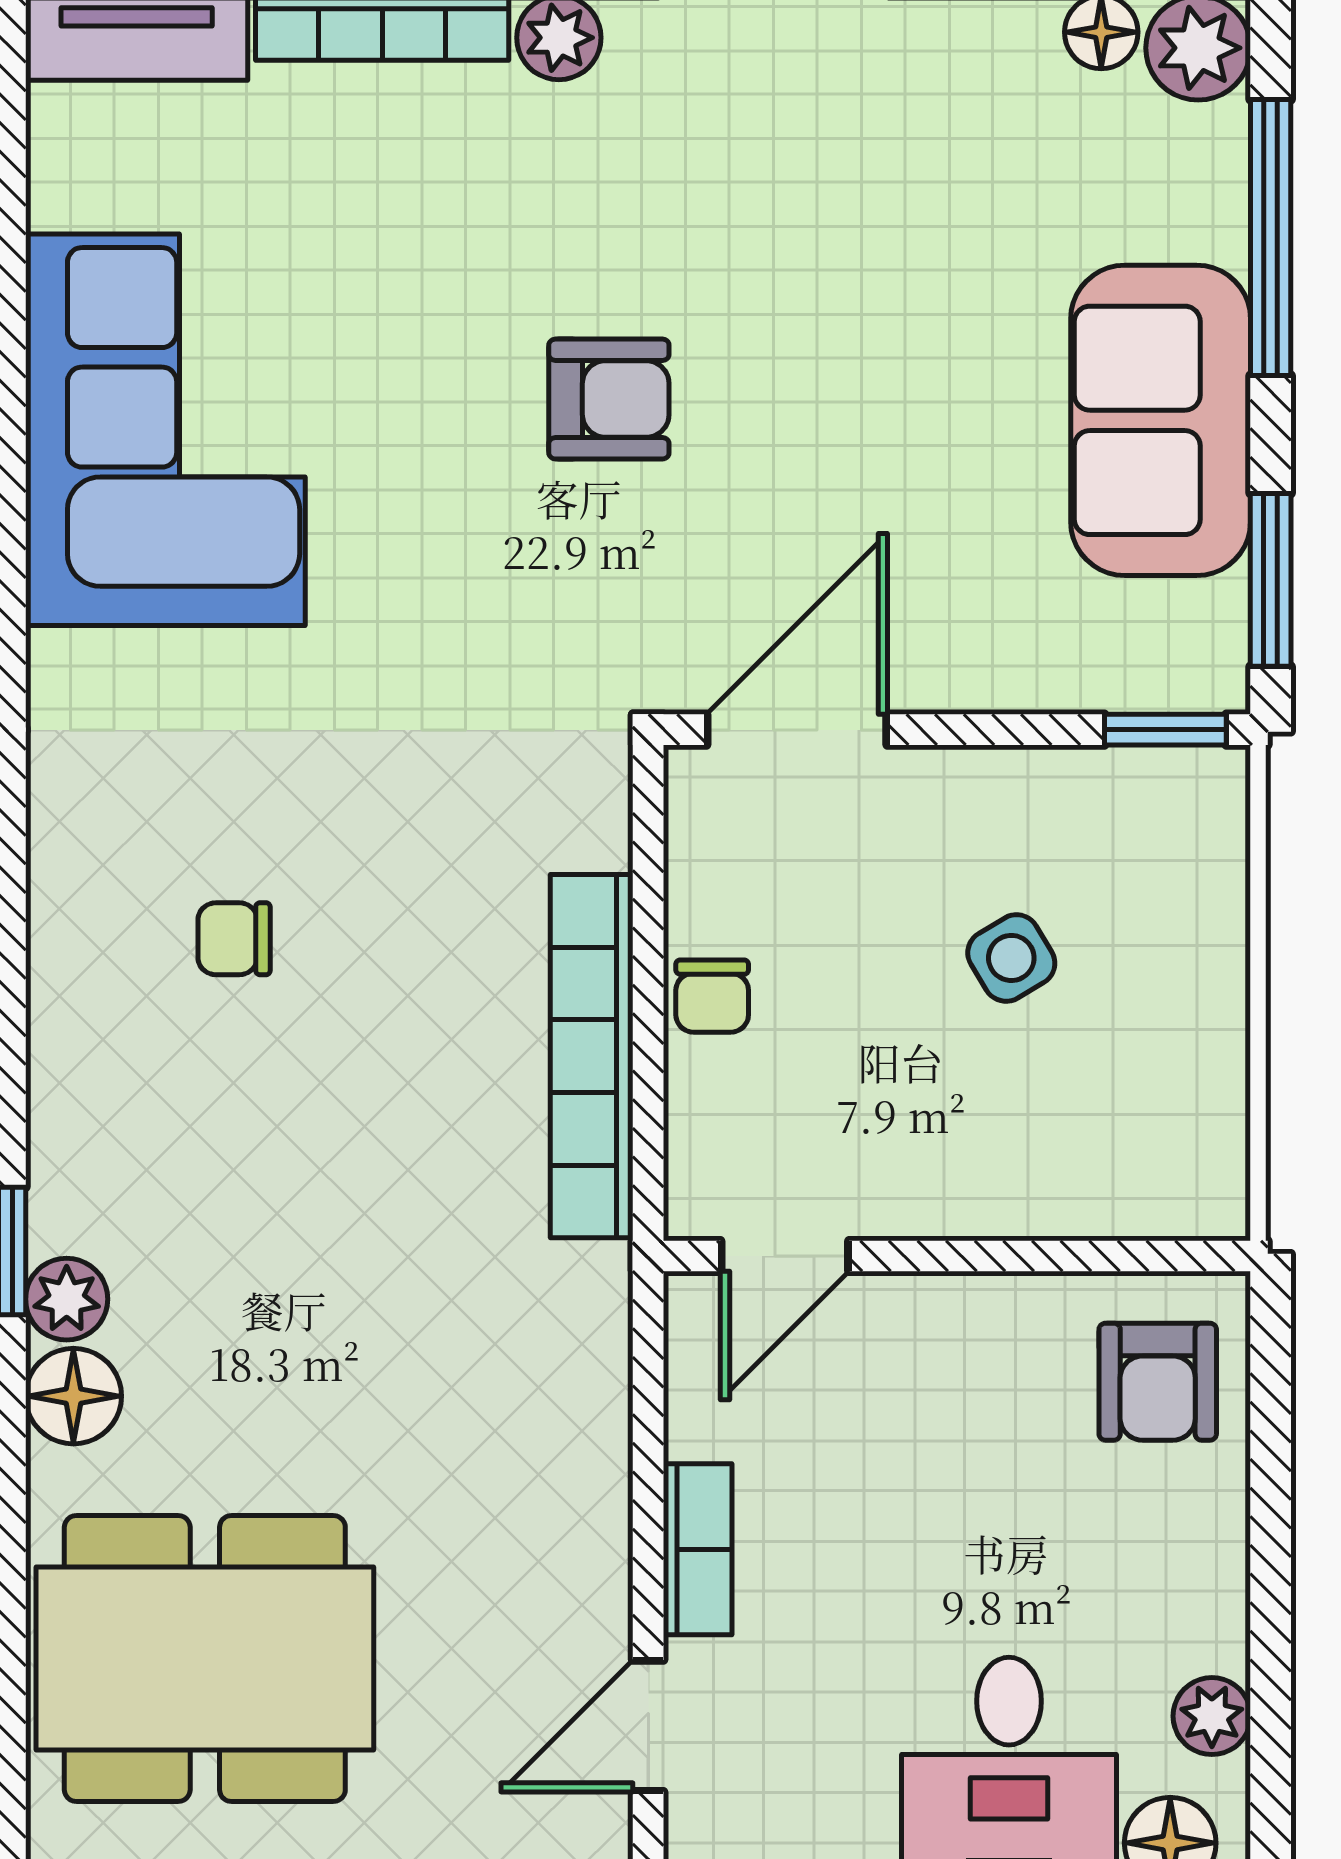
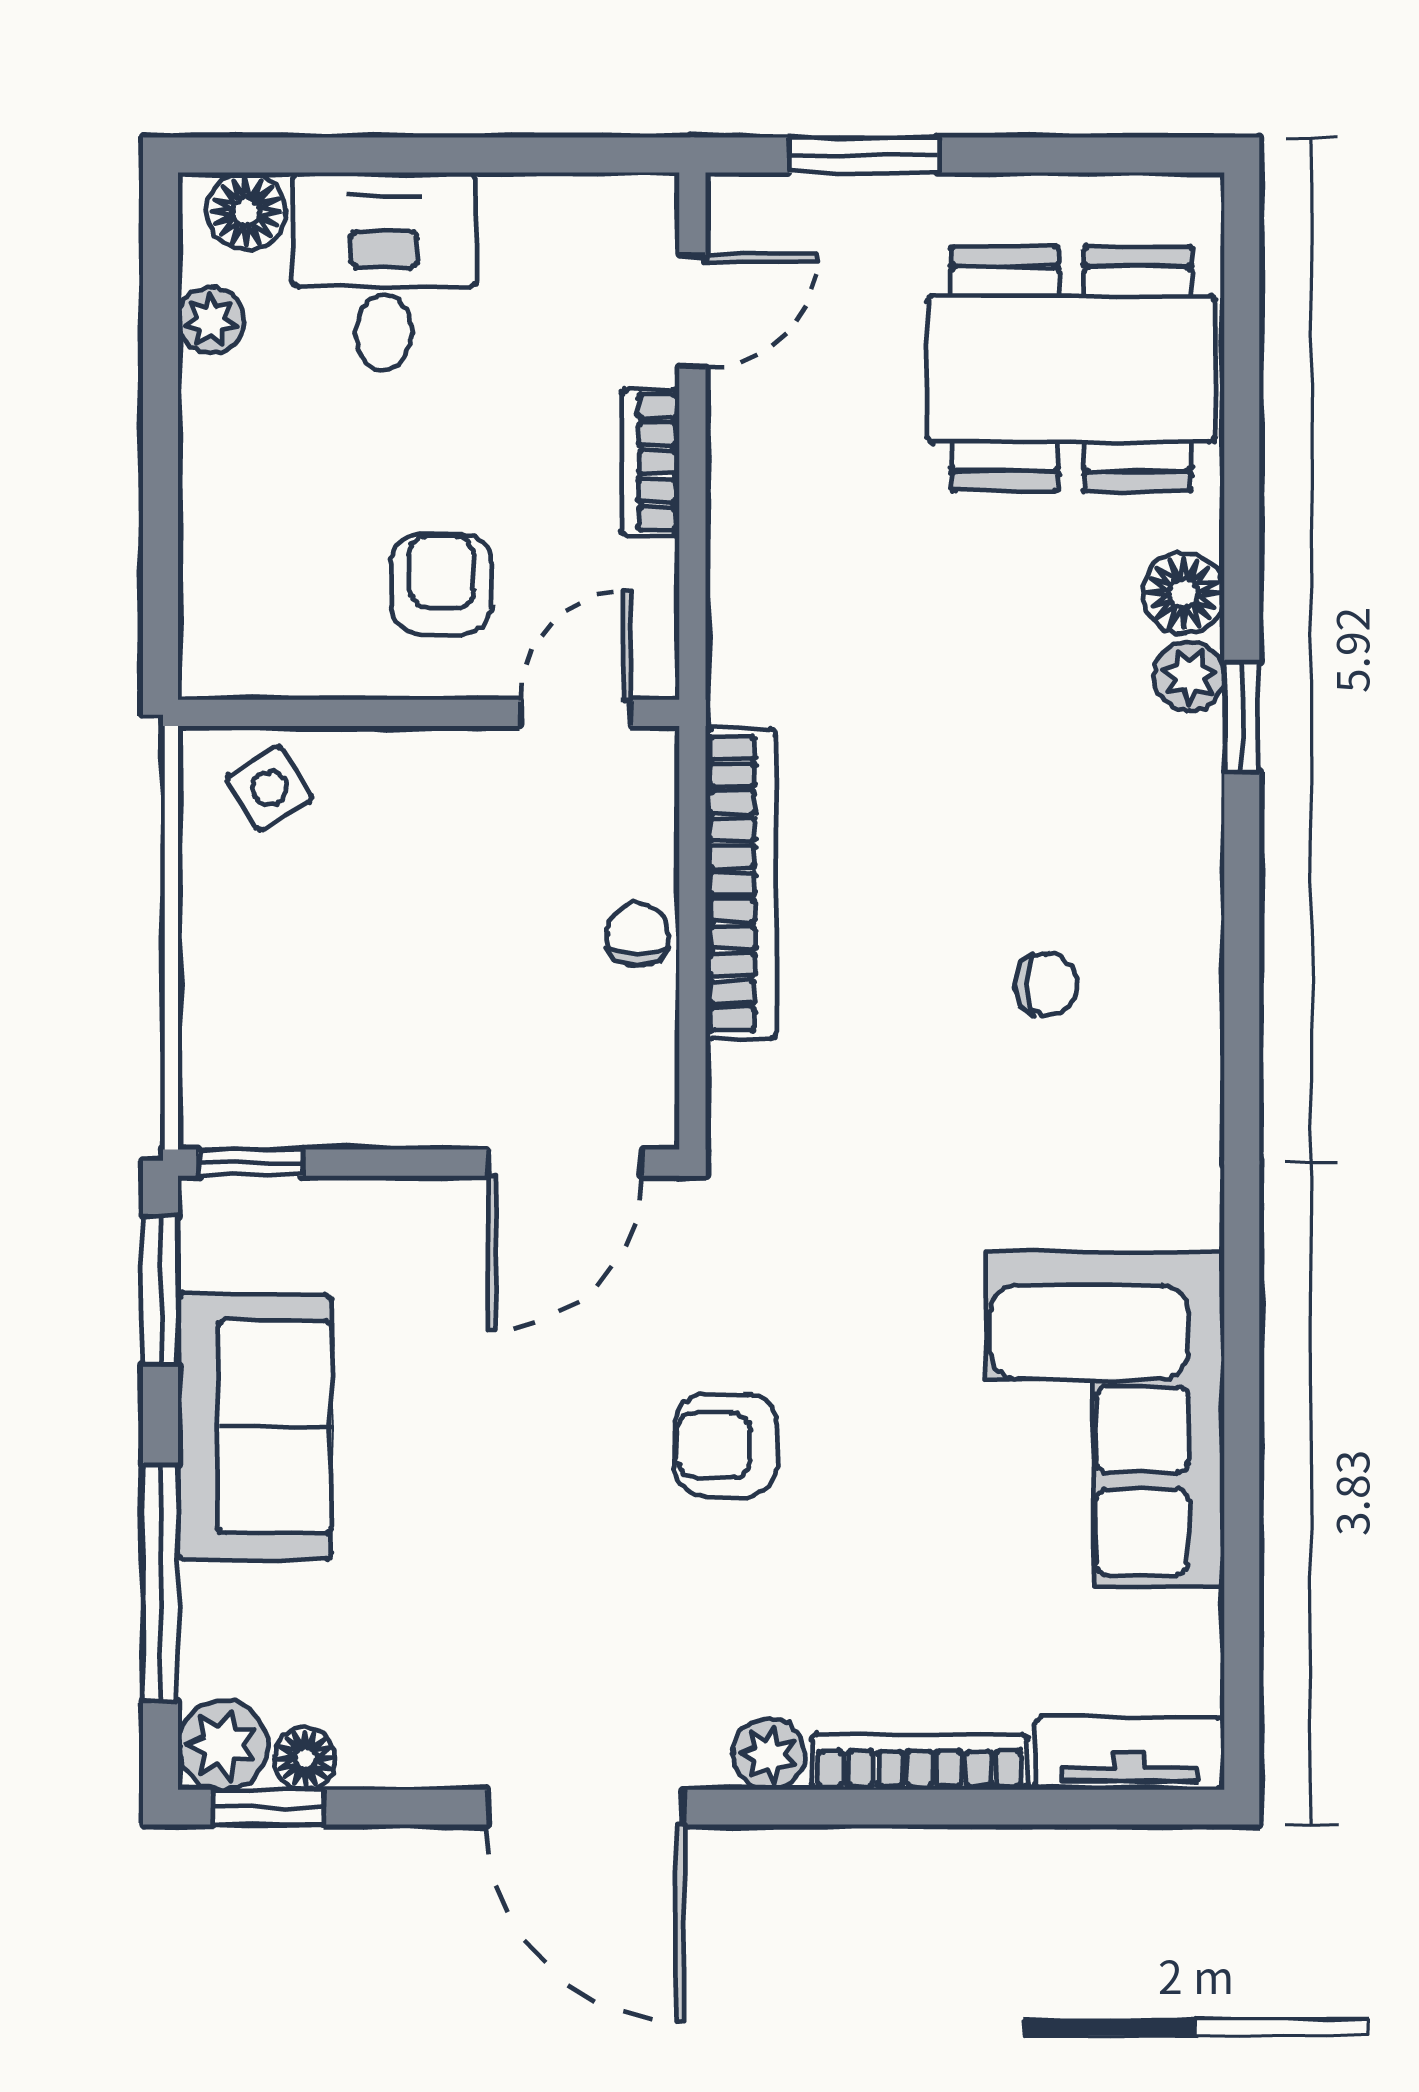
side table: (1011, 958) -> (269, 788), moved
armchair: (1158, 1382) -> (441, 584), moved

